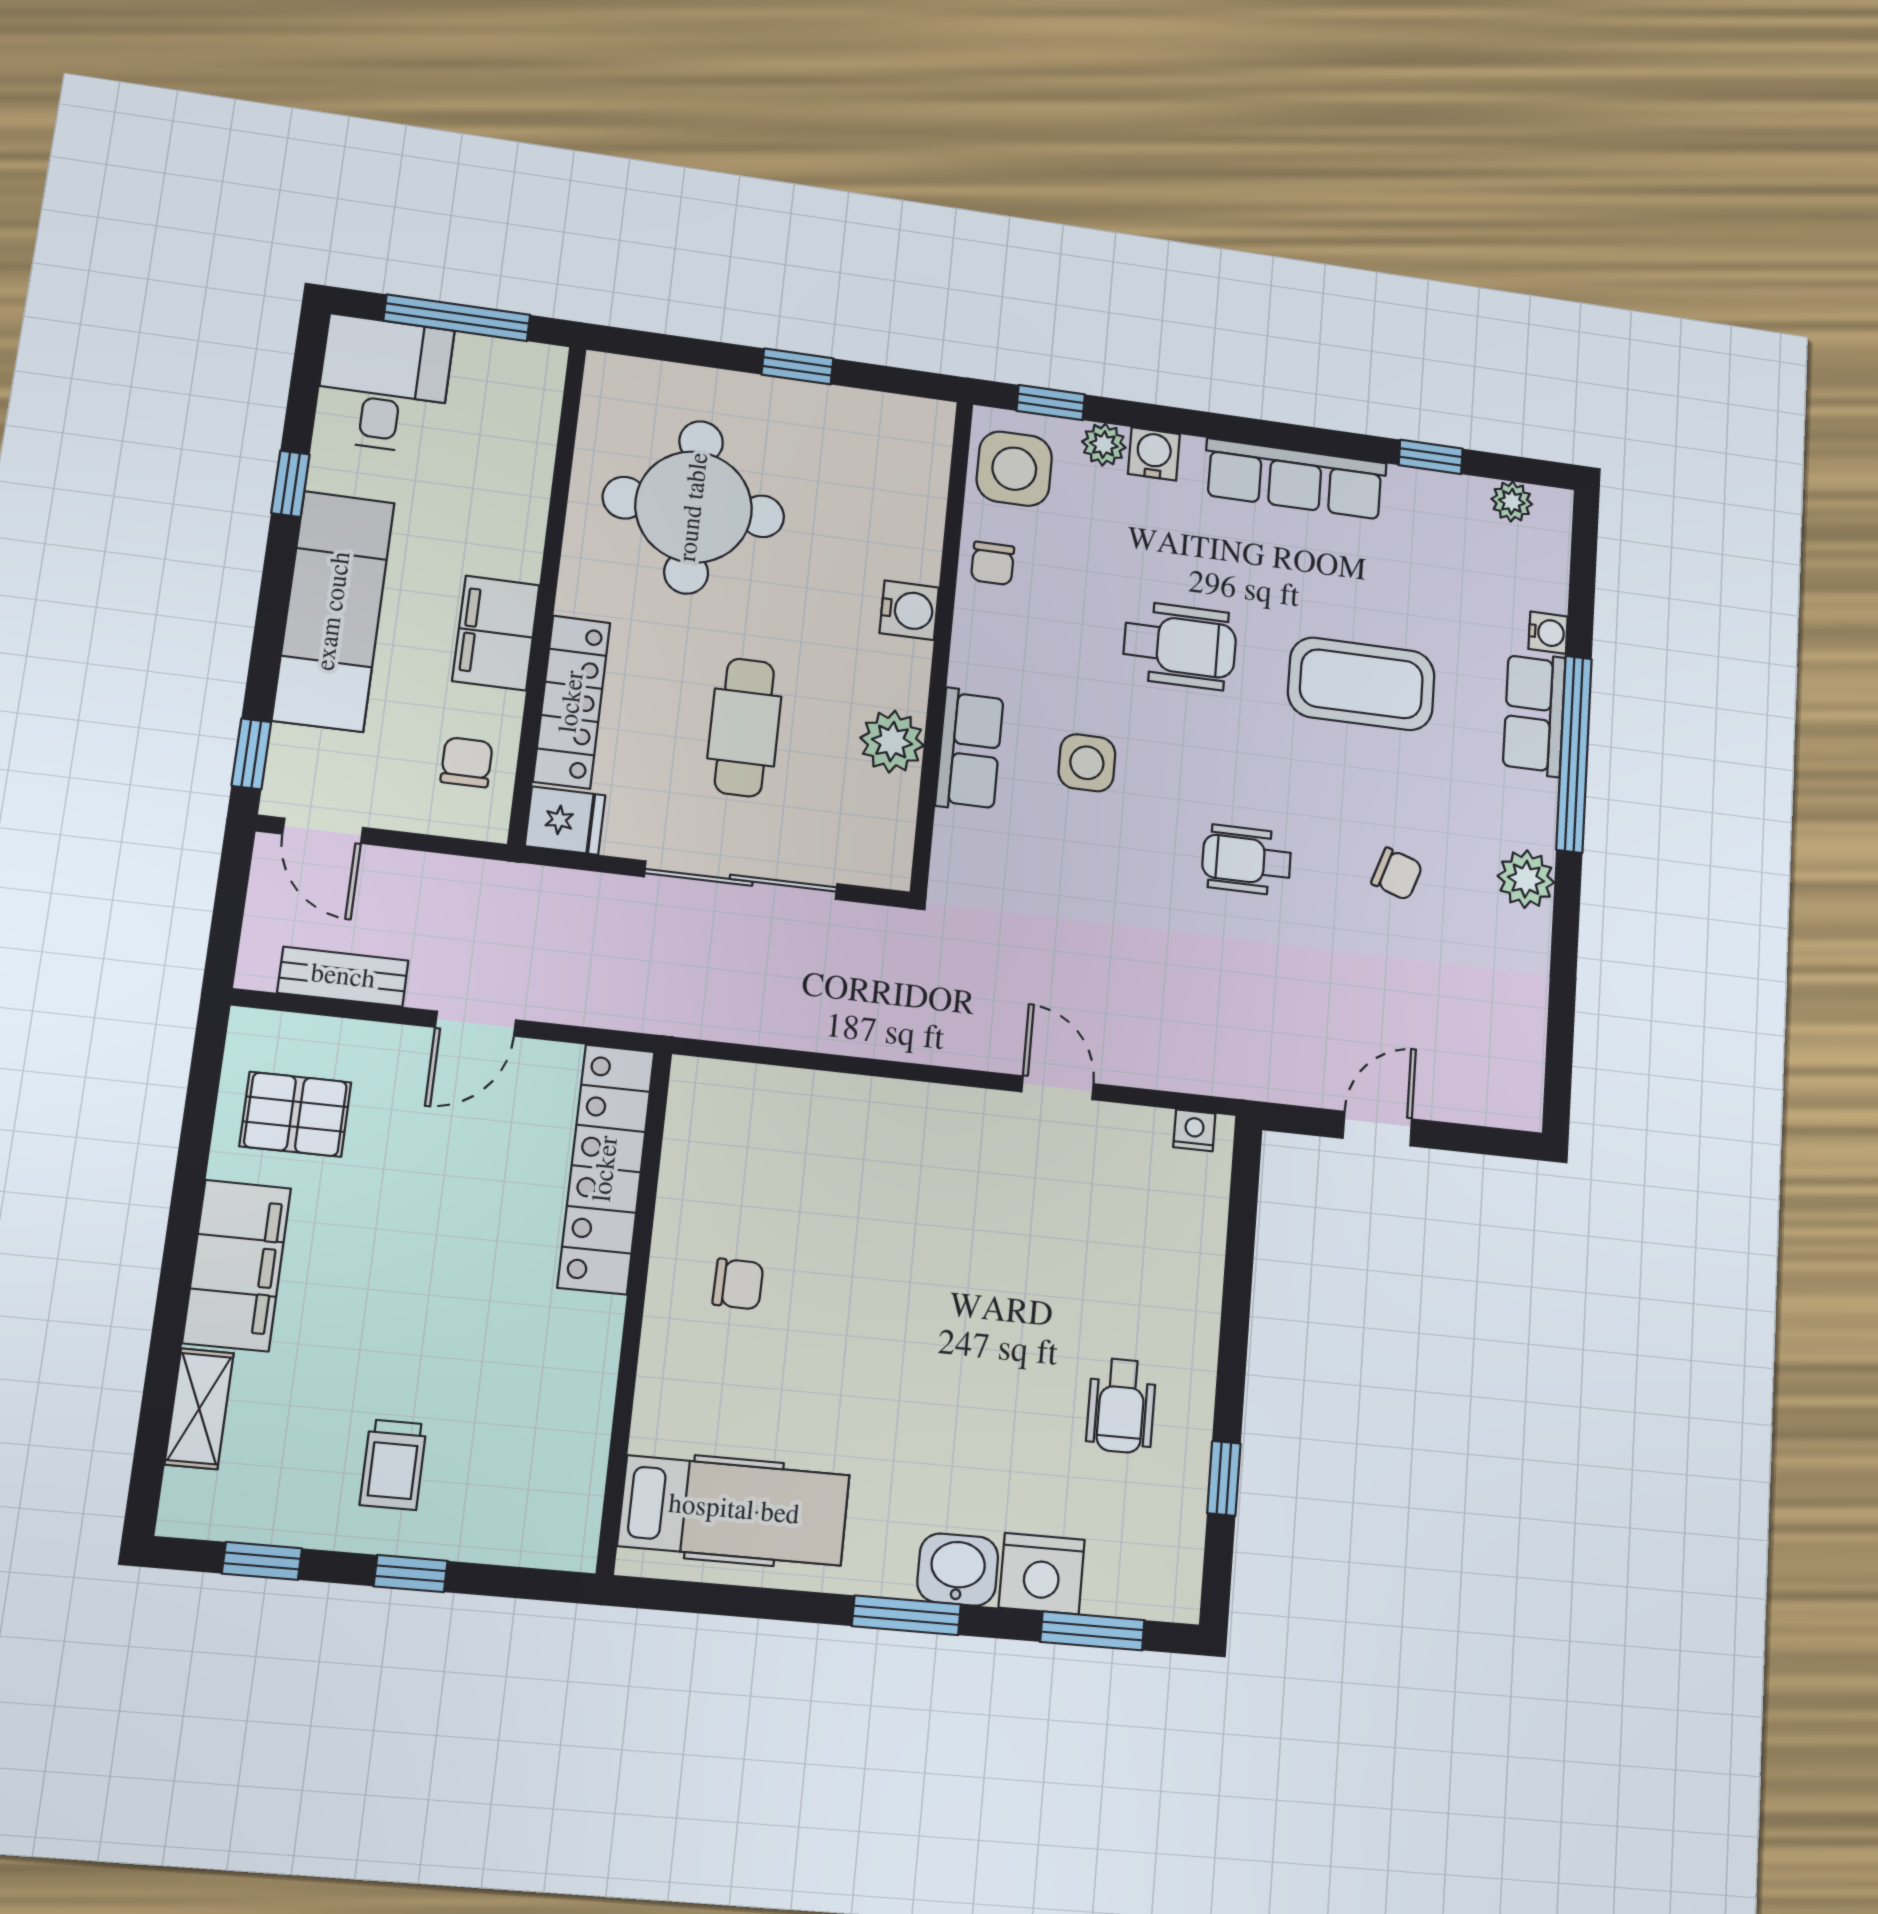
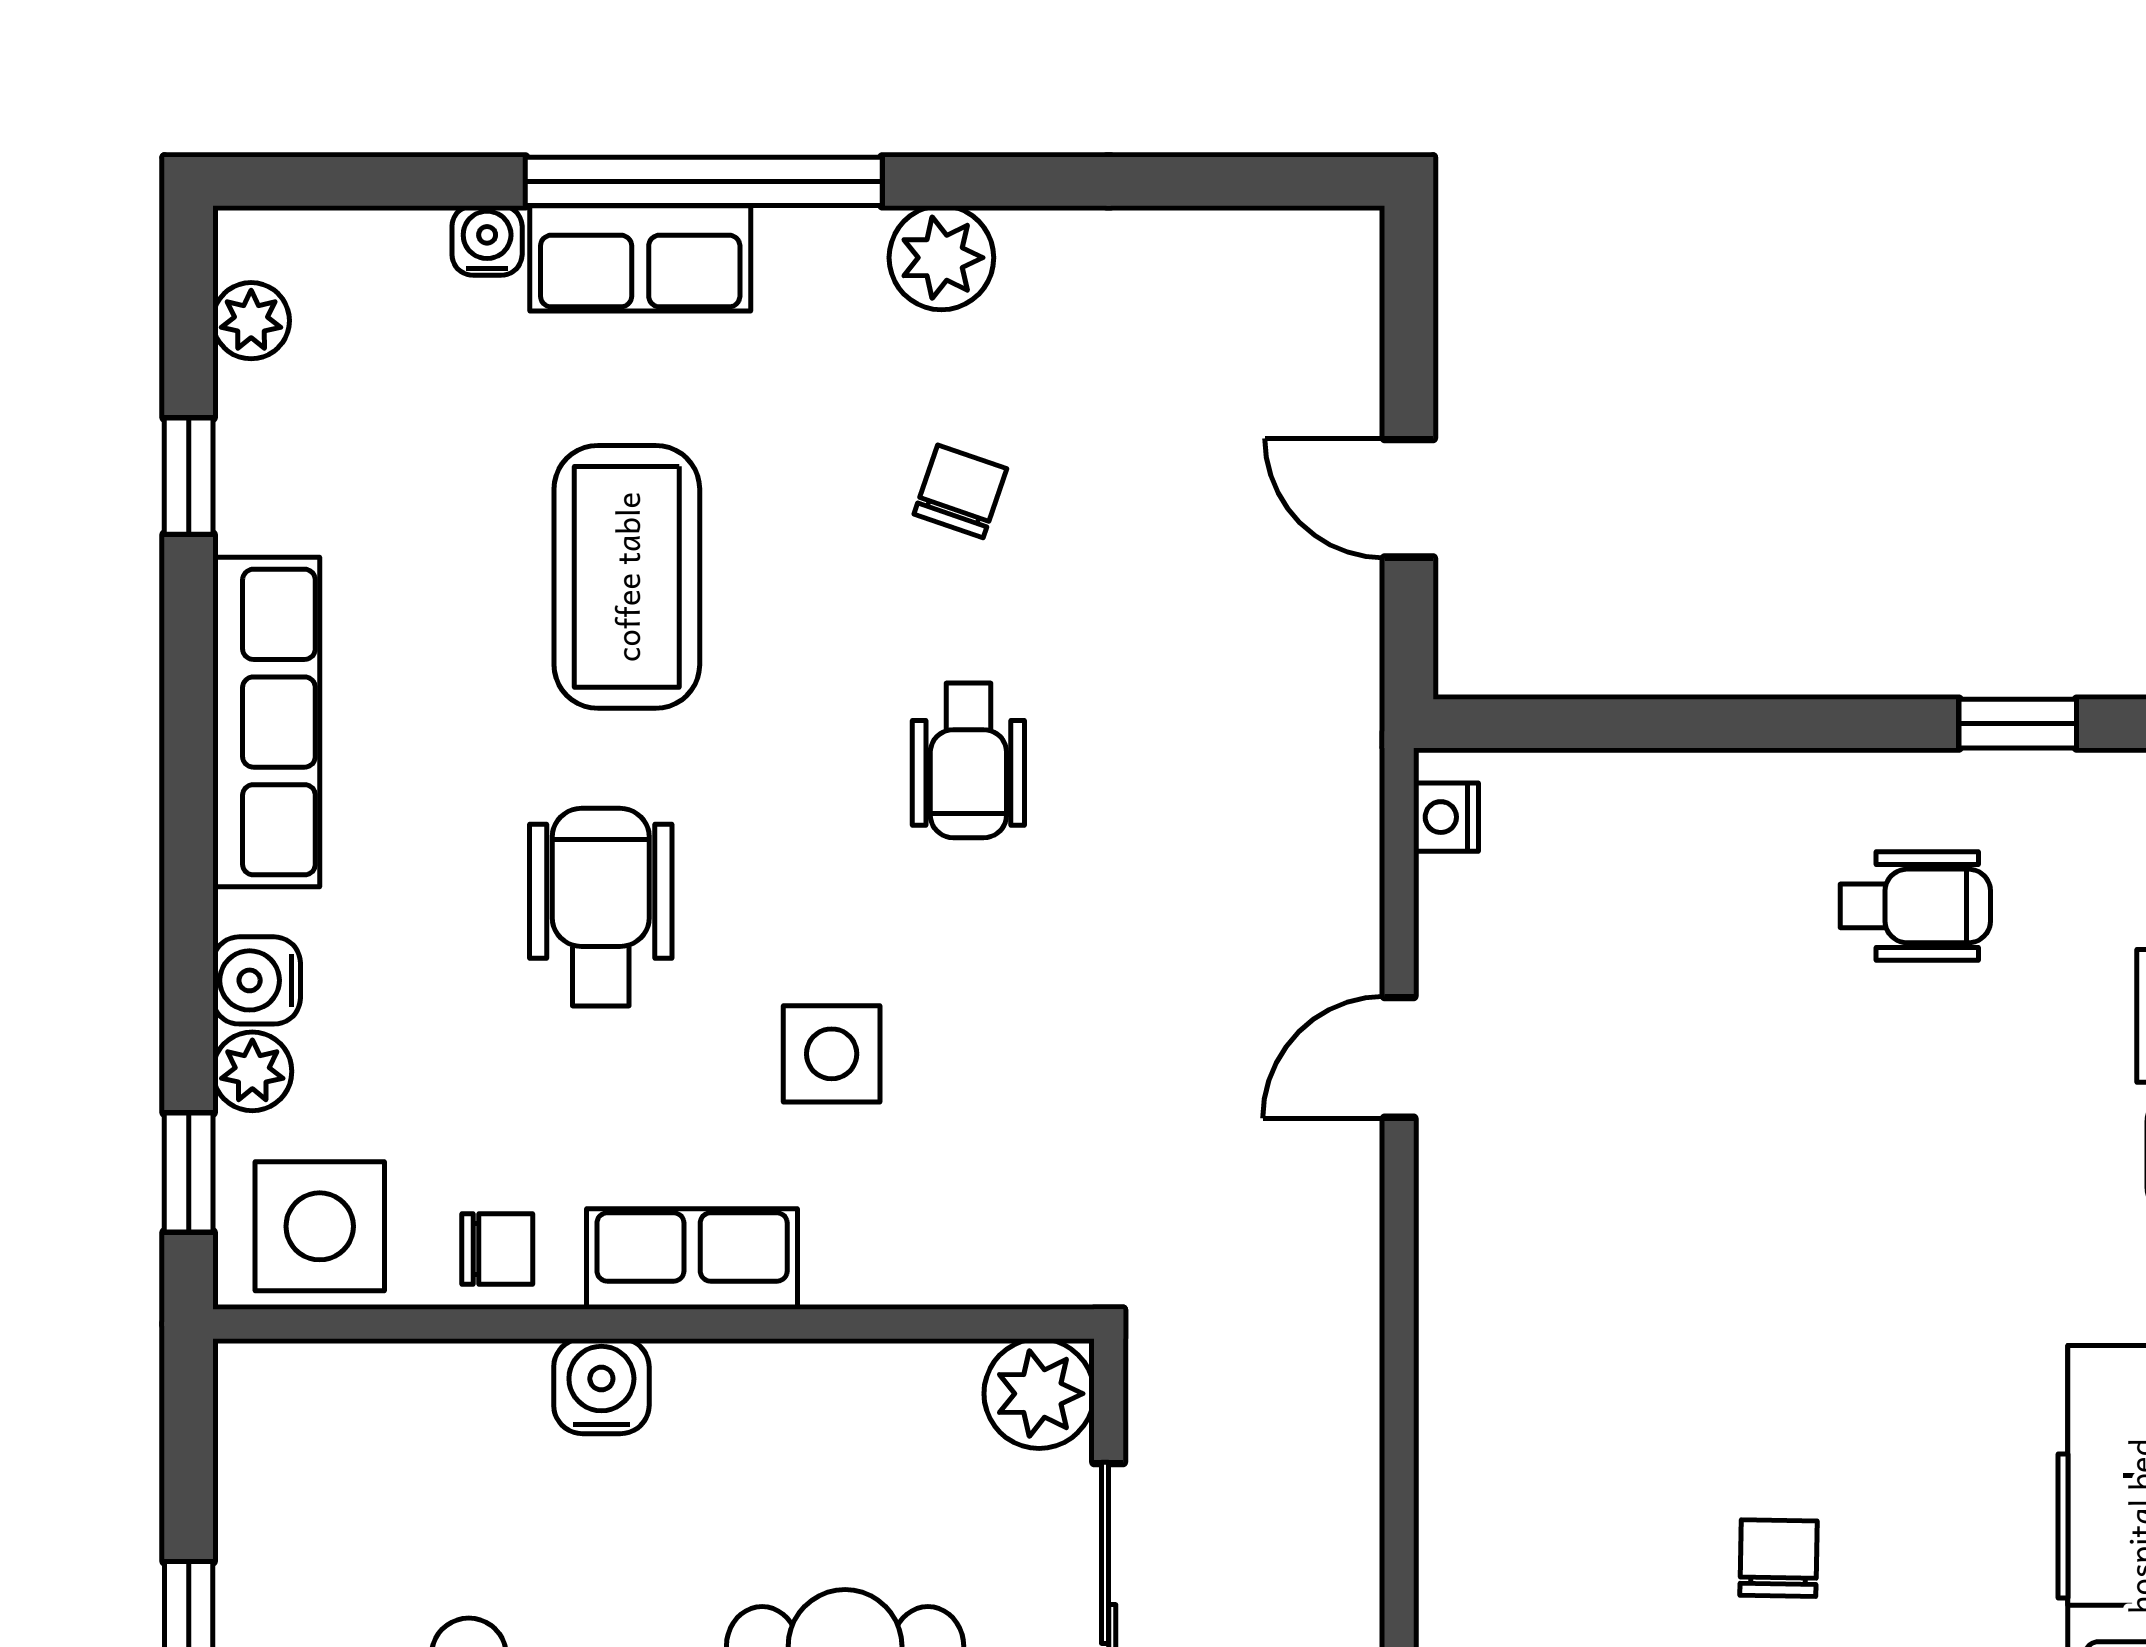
plant: (892, 742) -> (1039, 1394), moved
row of seats: (970, 750) -> (692, 1259), moved

